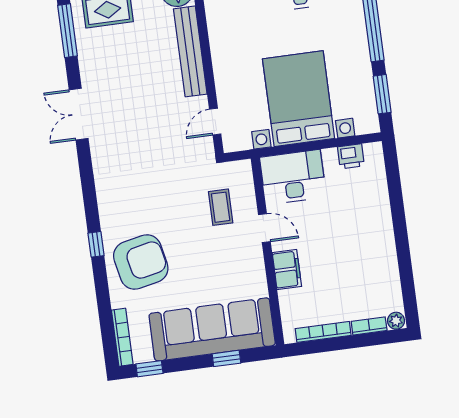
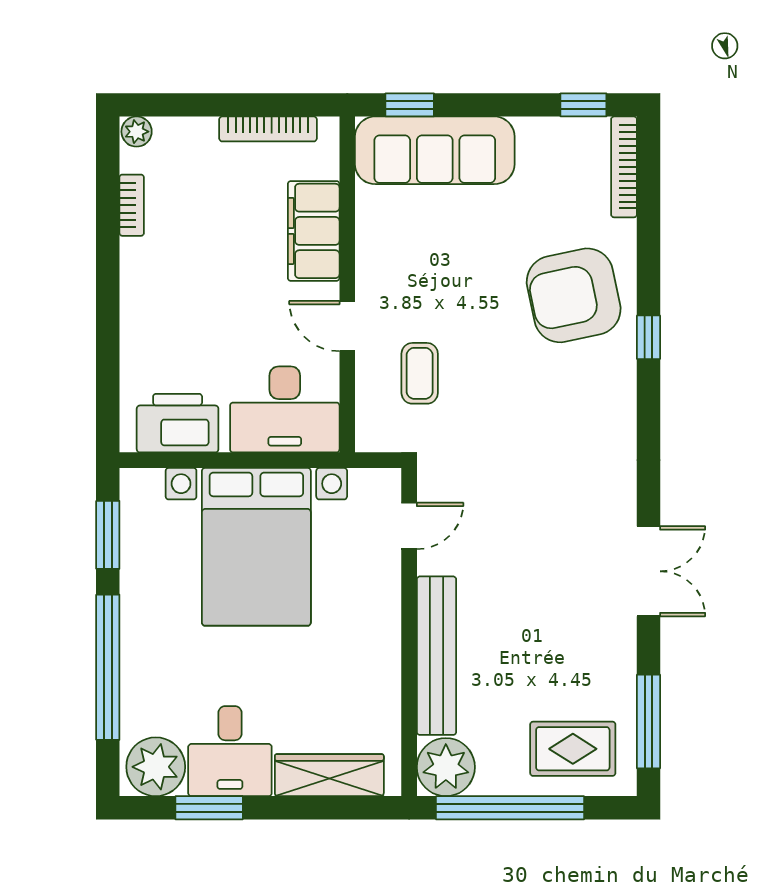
printer: (351, 156) -> (178, 423), width x1.87, depth x1.48
filing cabinet: (287, 270) -> (314, 231), width x1.50, depth x1.17
bookcase: (369, 326) -> (132, 205), moved, turned -90
sofa: (212, 329) -> (435, 150), width x0.74, depth x0.79
window: (226, 358) -> (410, 105), moved

